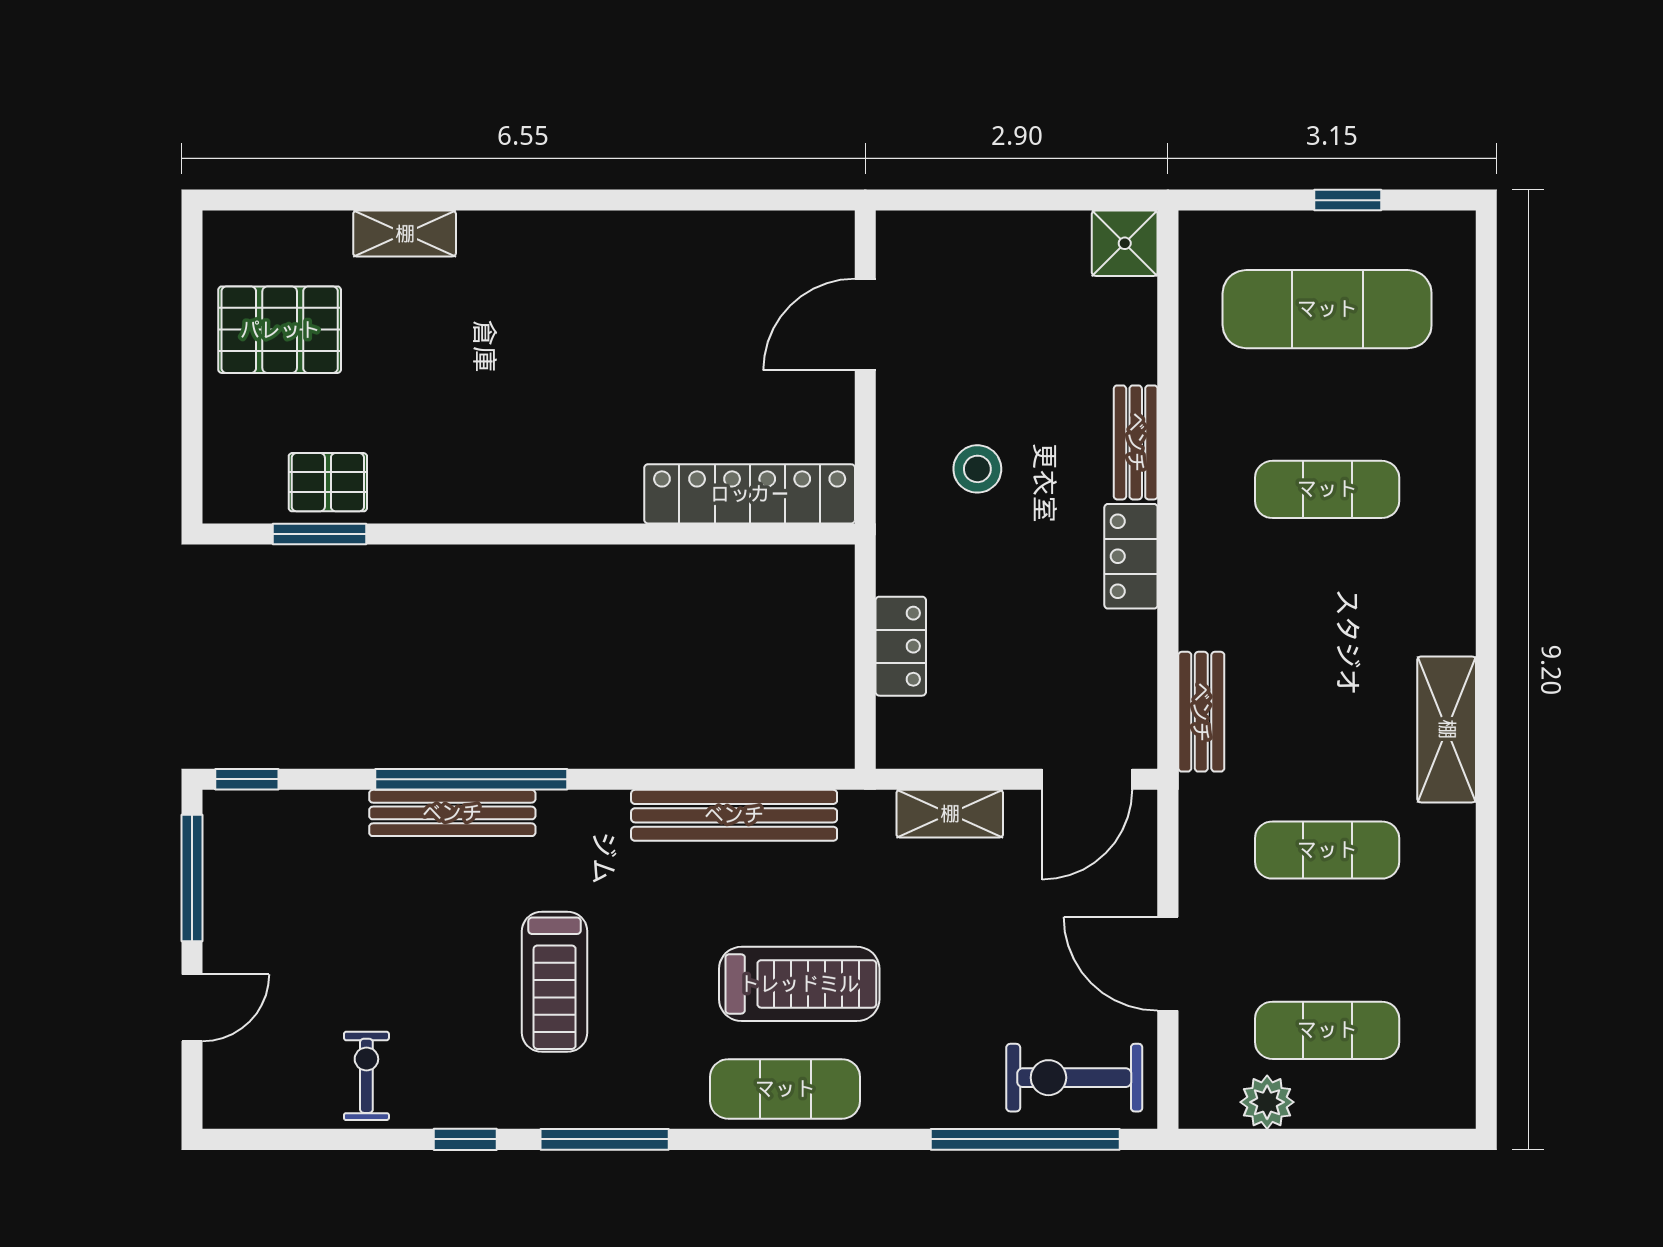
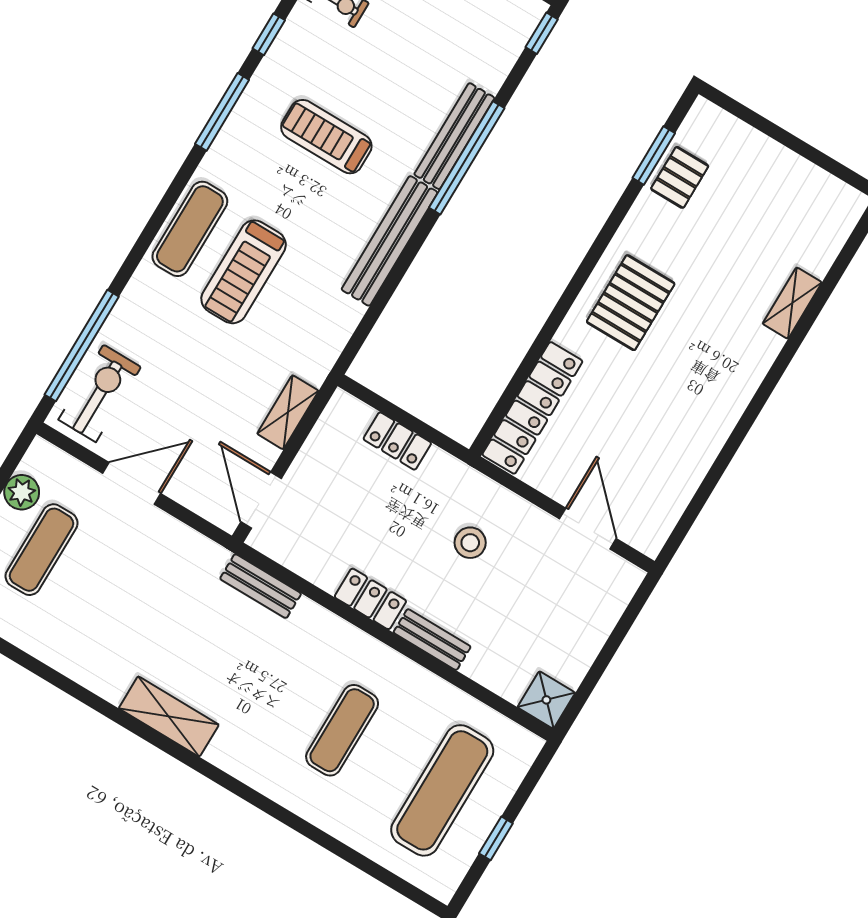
pallet: (280, 330) -> (631, 303), moved
bench: (734, 815) -> (390, 241), moved
exercise mat: (1327, 850) -> (142, 610), removed

